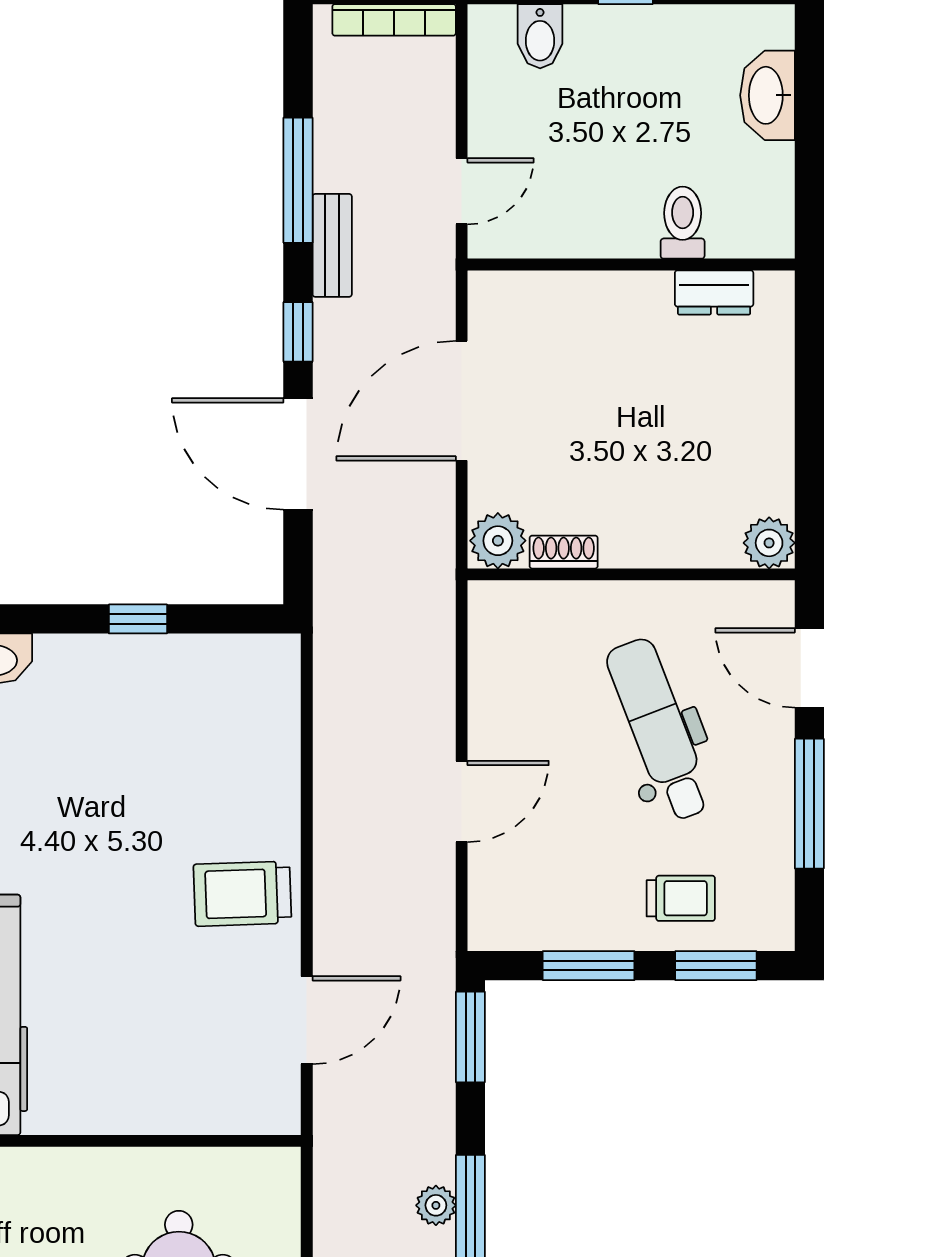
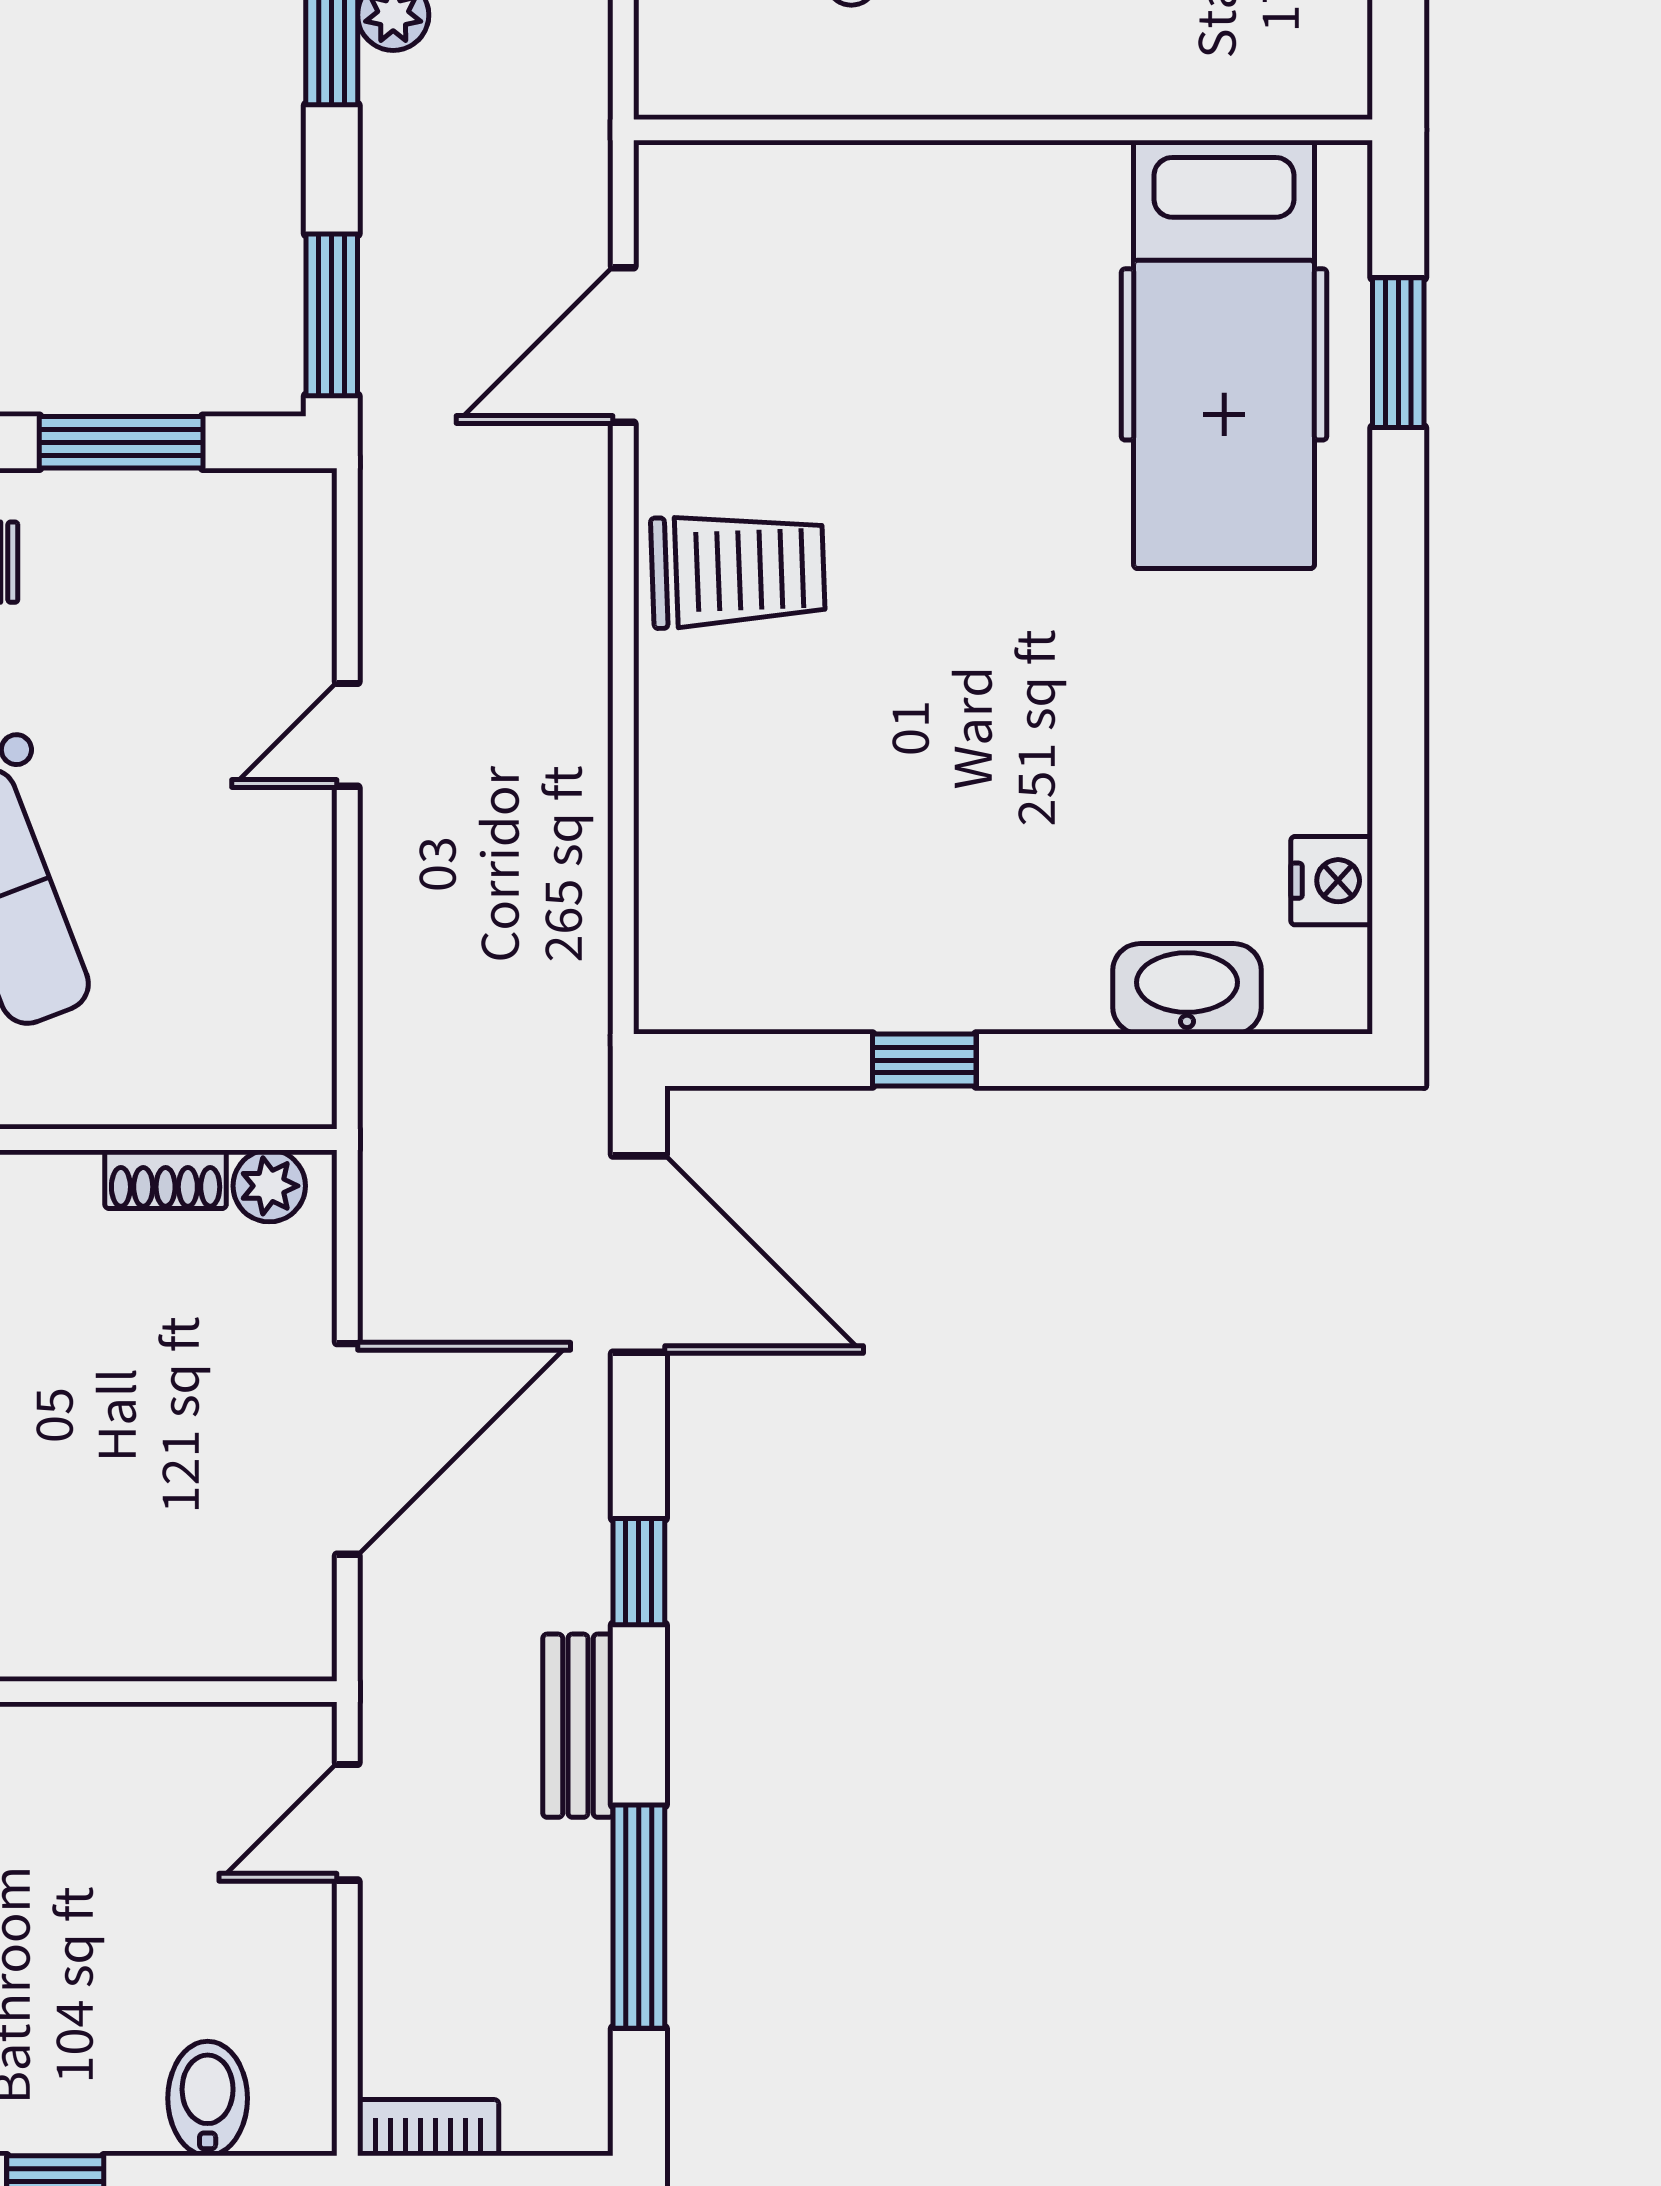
bookcase: (394, 20) -> (428, 2128), width x0.64
window: (298, 180) -> (639, 1917), moved
door: (298, 454) -> (639, 1254), moved
plant: (498, 541) -> (269, 1186), width x0.73, depth x0.73
door: (462, 801) -> (347, 735), width x0.73

